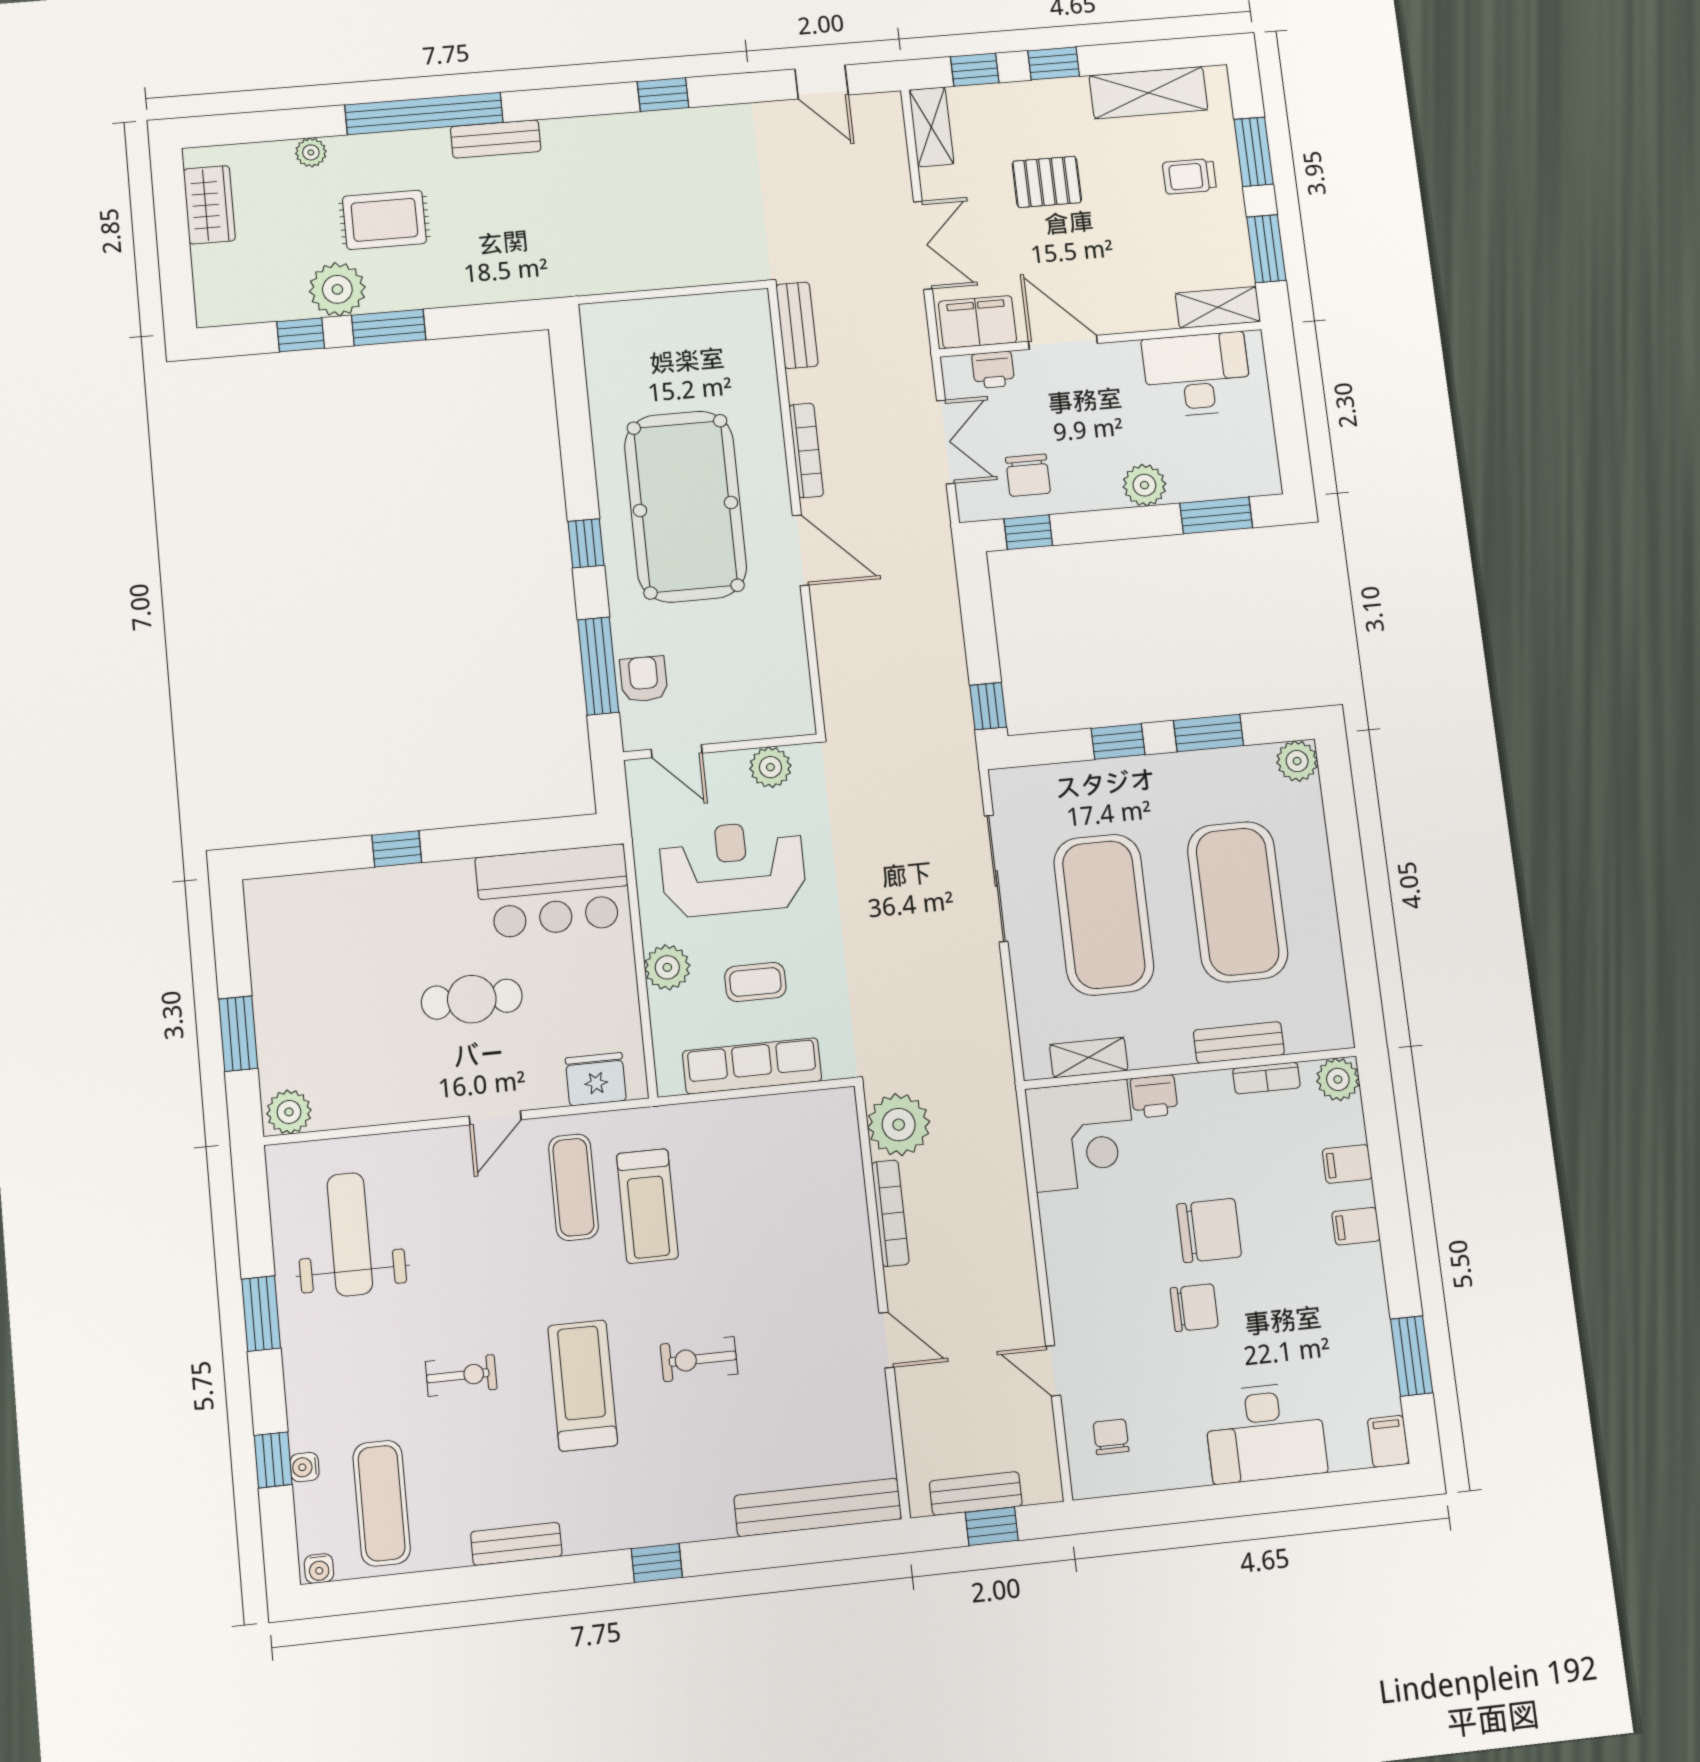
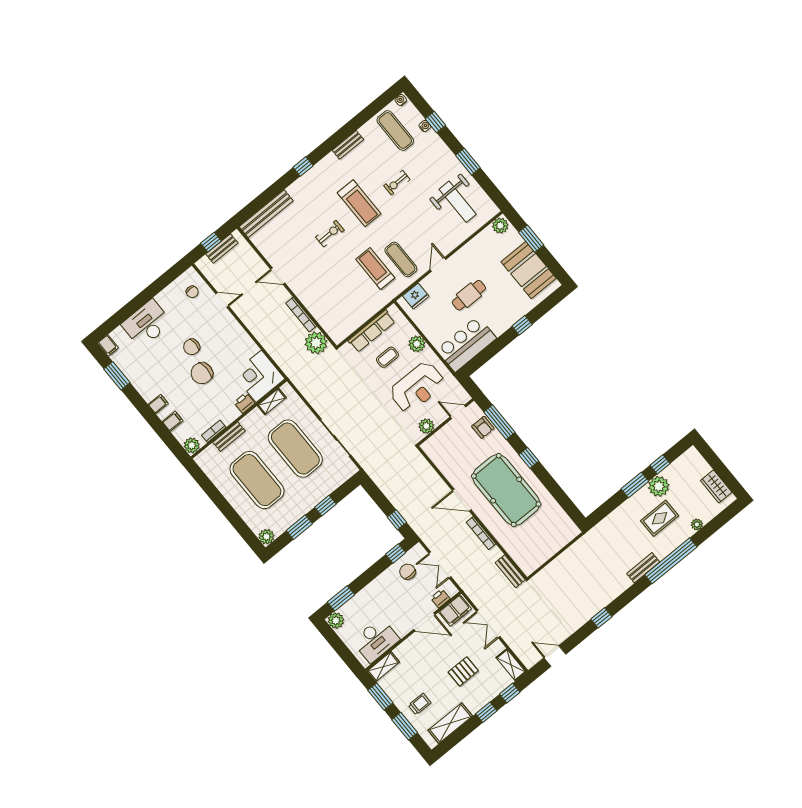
plant: (1144, 485) -> (336, 621), moved
window: (988, 706) -> (397, 520), moved
booth: (294, 965) -> (529, 270), added

